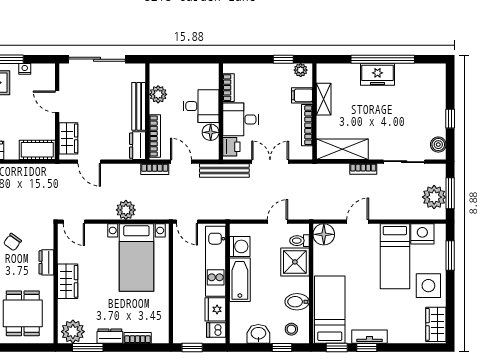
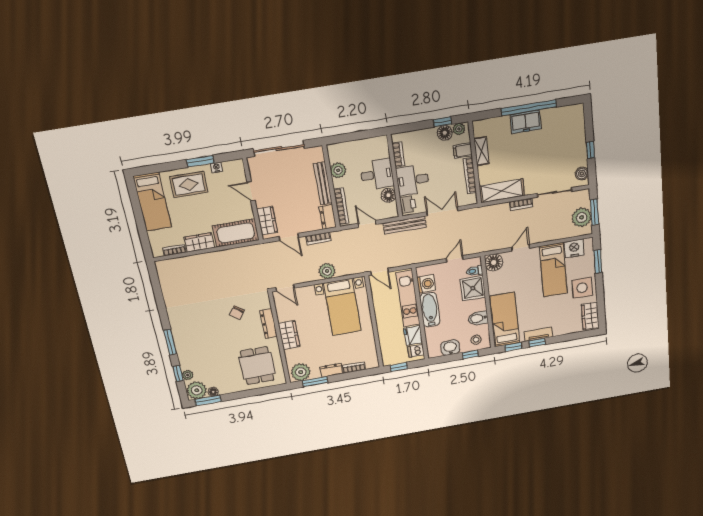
floor lamp: (284, 72) -> (445, 133), added
cot: (37, 150) -> (236, 233), width x1.37, depth x1.34
bookcase: (155, 169) -> (318, 238), moved
dresser: (46, 262) -> (269, 324), width x1.44

